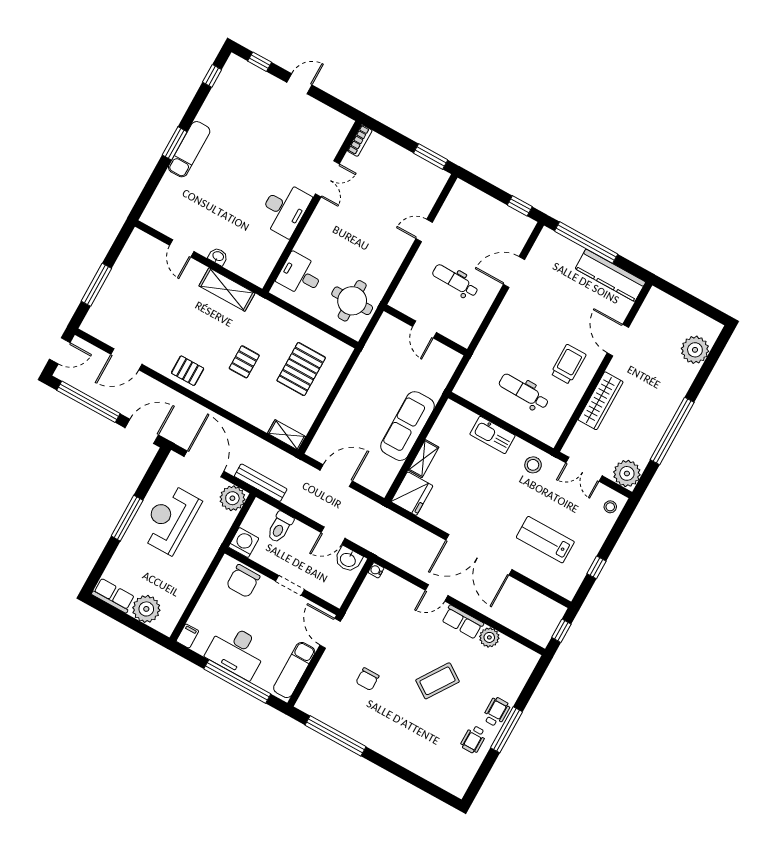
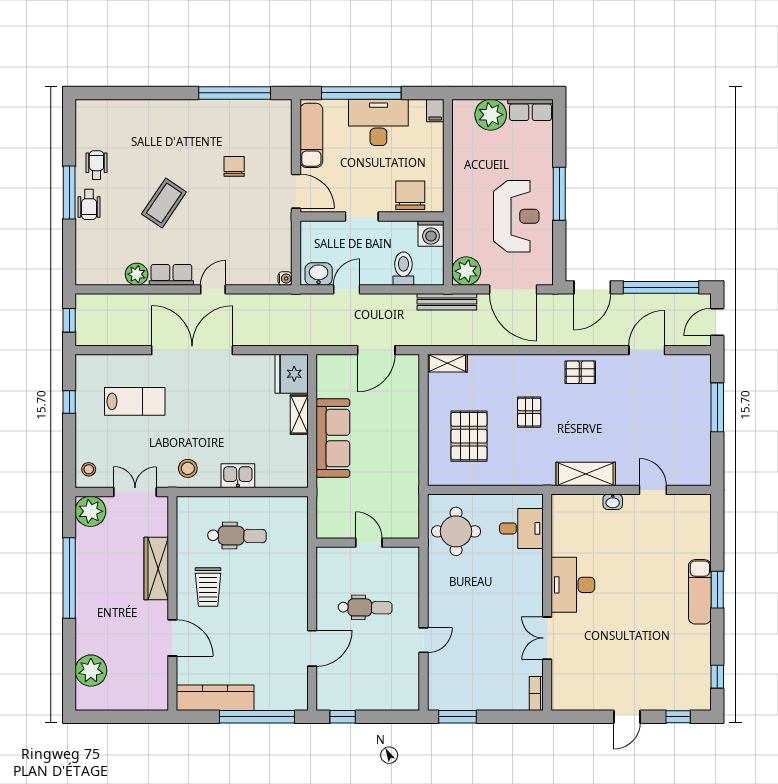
kitchen sink: (493, 435) -> (238, 476), width x0.73

